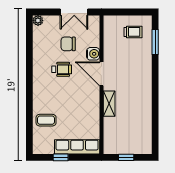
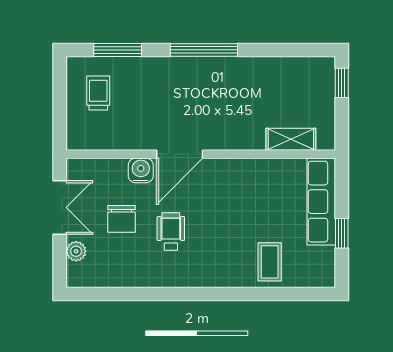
plant: (38, 20) -> (76, 251), moved
window: (155, 86) -> (204, 50), added
shelving: (109, 104) -> (291, 139), moved
window: (126, 157) -> (342, 83), moved

